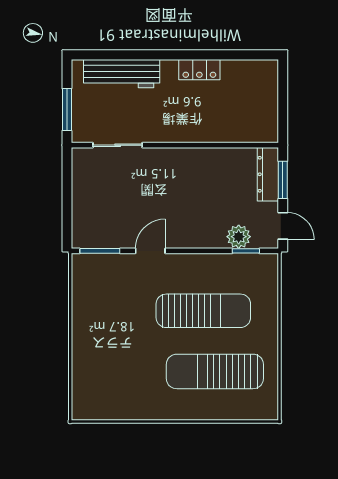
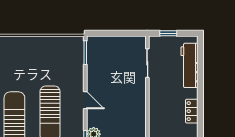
window: (67, 110) -> (168, 33), width x0.67
door: (150, 251) -> (85, 100), moved

